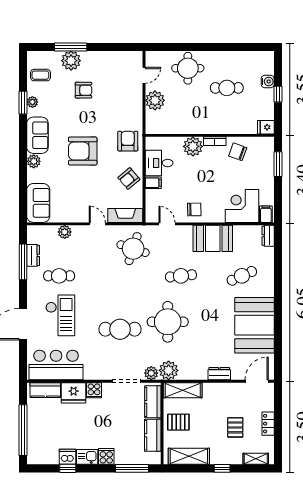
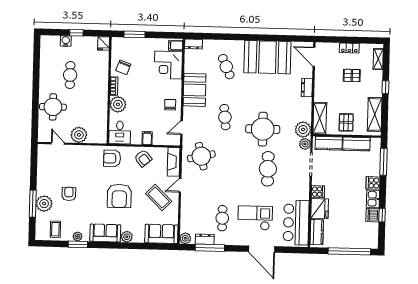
desk: (159, 163) -> (120, 133), moved
coffee table: (82, 198) -> (159, 198), added
plant: (65, 232) -> (185, 238), moved
round table: (133, 249) -> (201, 156), turned -31

